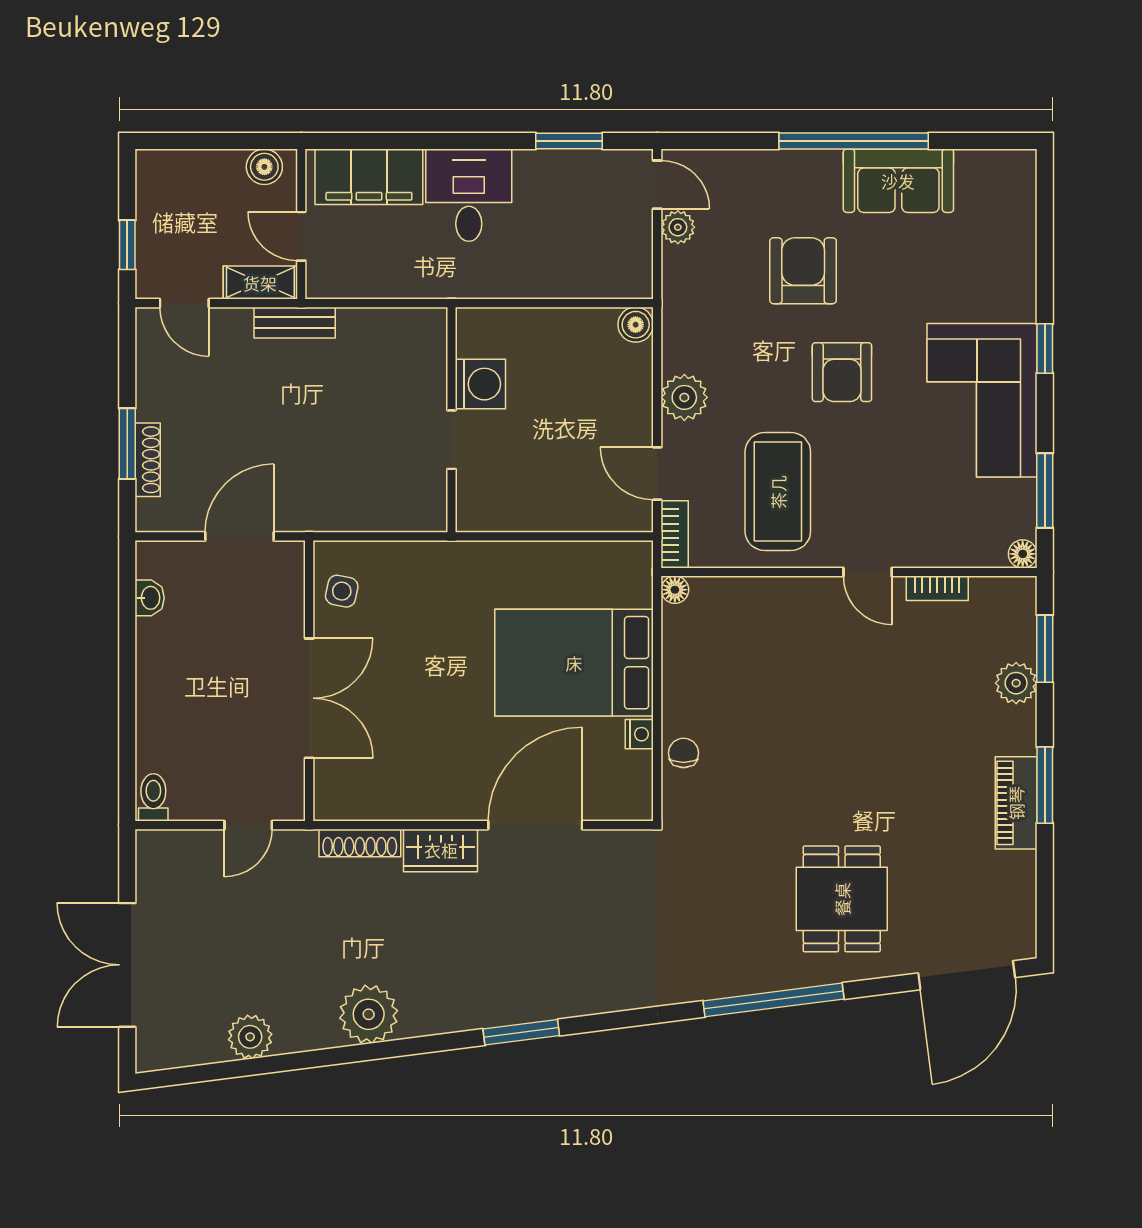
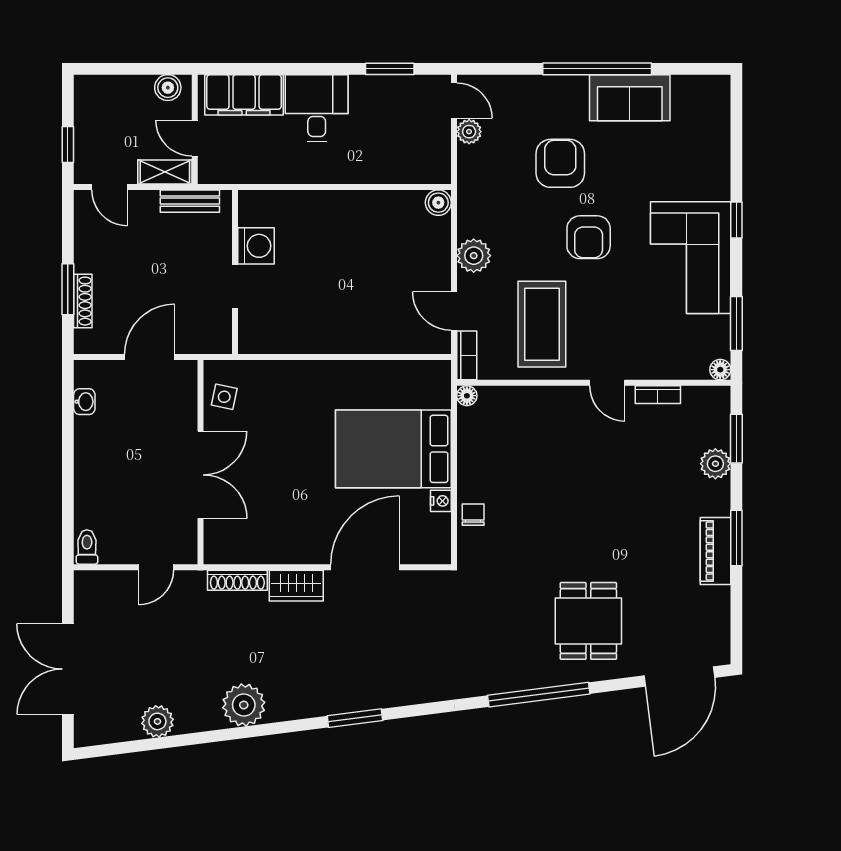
washing machine: (480, 384) -> (256, 246), moved
wall: (452, 420) -> (235, 272), moved
doorway: (452, 440) -> (235, 286), moved

